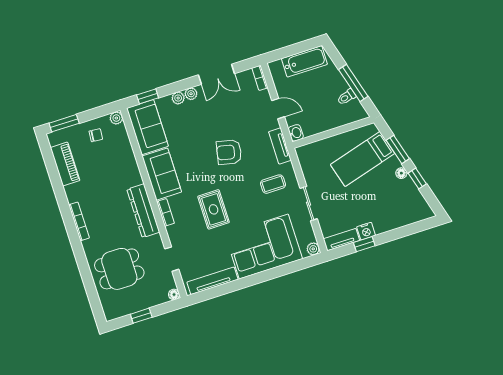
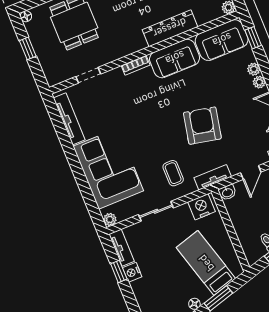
armchair: (229, 152) -> (202, 126), width x1.36, depth x1.36
nightstand: (308, 159) -> (201, 207), added
rug: (214, 209) -> (142, 114), removed
dresser: (143, 211) -> (170, 28), moved
floor lamp: (174, 295) -> (26, 16), moved

